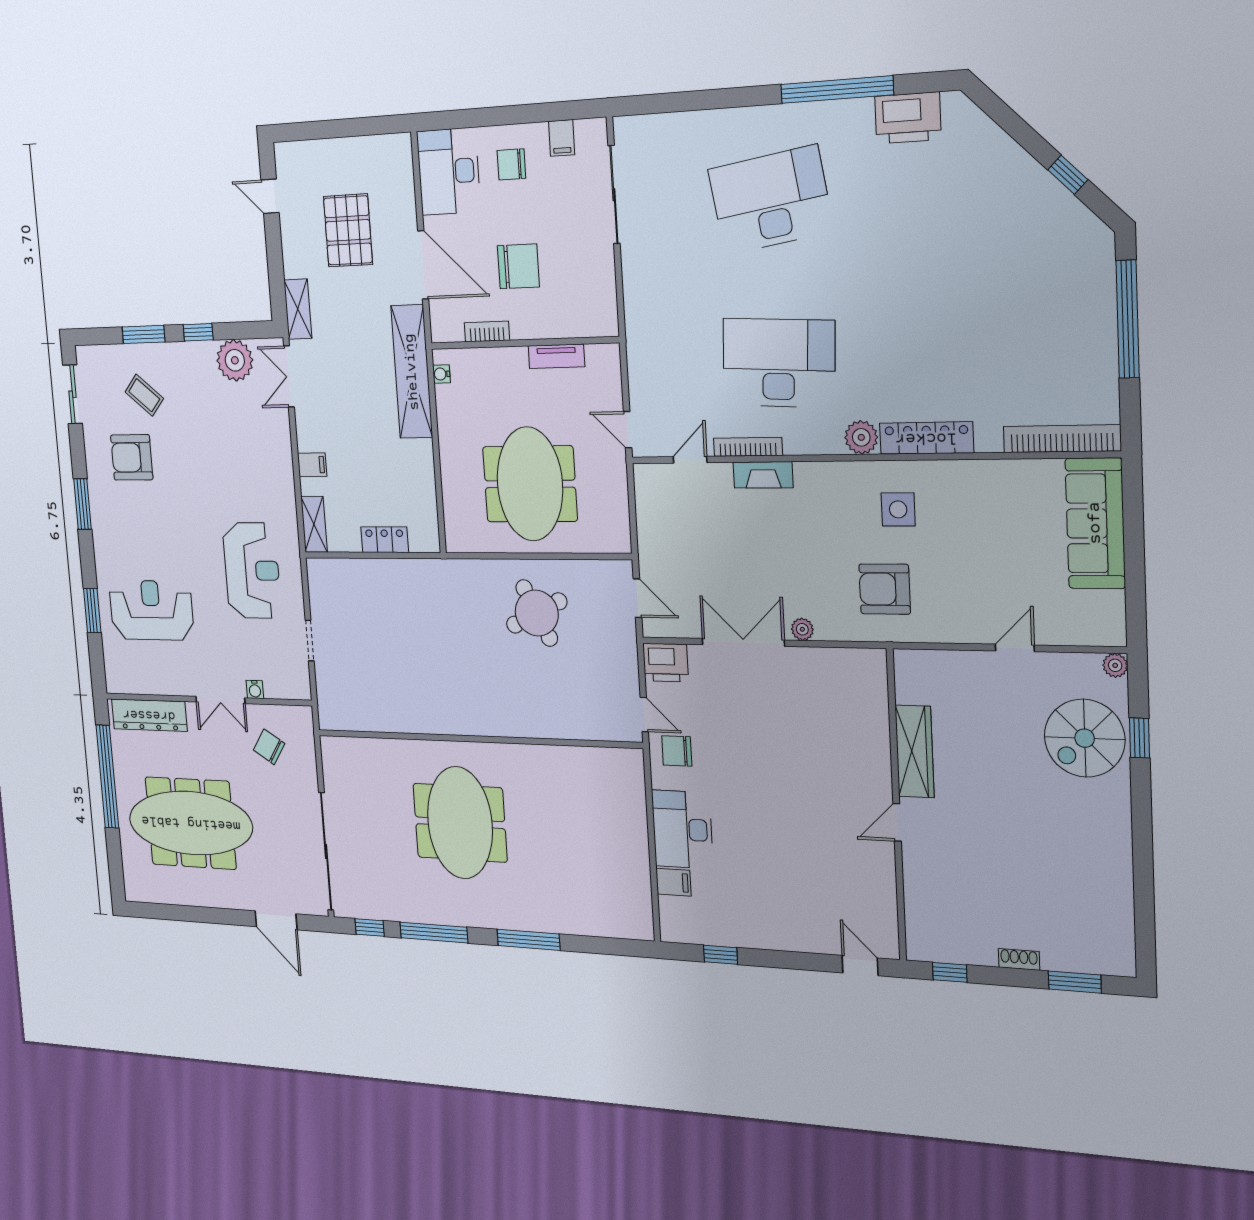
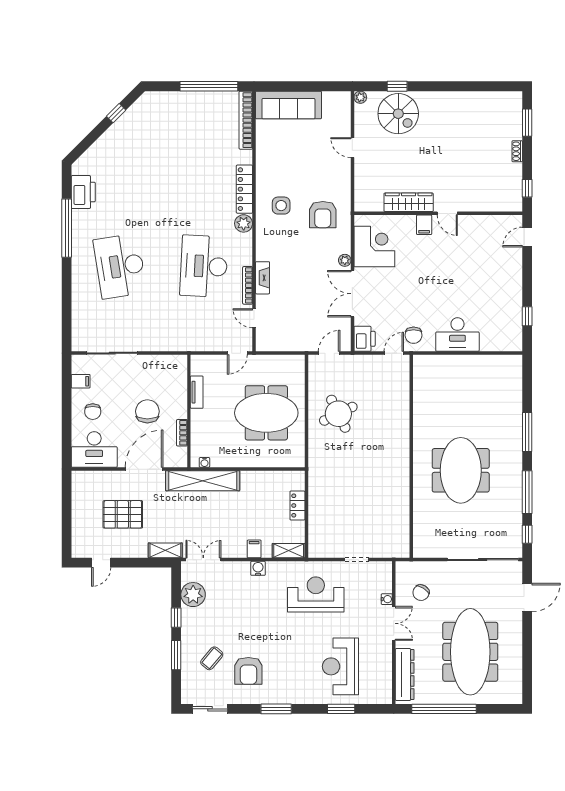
window: (1128, 319) -> (209, 86), moved
double door: (289, 376) -> (203, 560), swing flipped
water cooler: (283, 472) -> (258, 568), added
corner desk: (830, 685) -> (374, 246), added
meeting table: (460, 823) -> (461, 470), turned 90
filing cabinet: (673, 882) -> (424, 225), moved, turned 180

